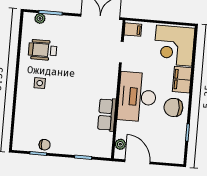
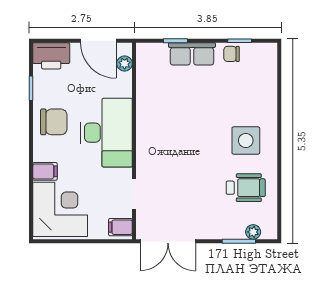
filing cabinet: (182, 80) -> (45, 171), width x0.50
side table: (40, 83) -> (246, 140), width x1.87, depth x1.87
row of seats: (107, 115) -> (192, 54), moved, turned 90
printer: (171, 154) -> (51, 56), added

